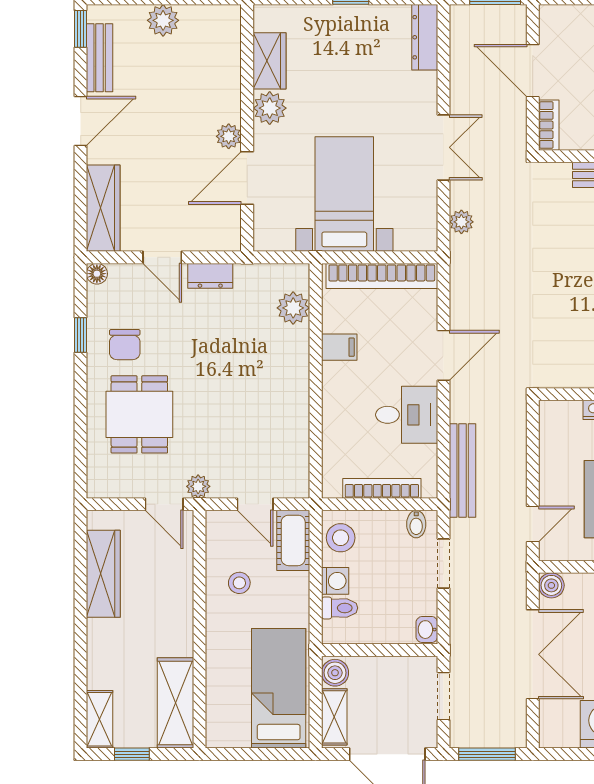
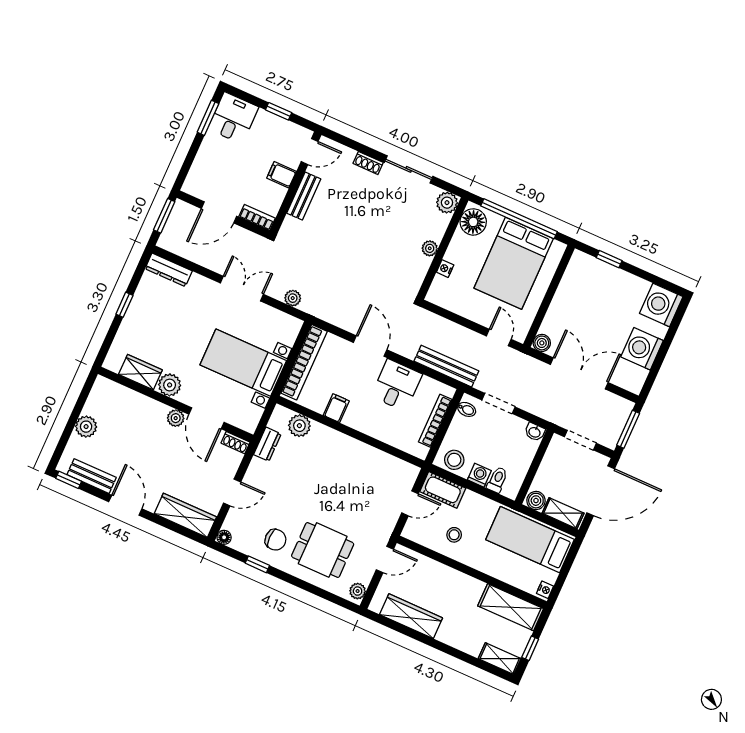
shoe rack: (232, 232) -> (236, 443), added
dresser: (210, 276) -> (267, 444), moved
plant: (198, 486) -> (358, 591), moved
nightstand: (220, 739) -> (545, 590), added

